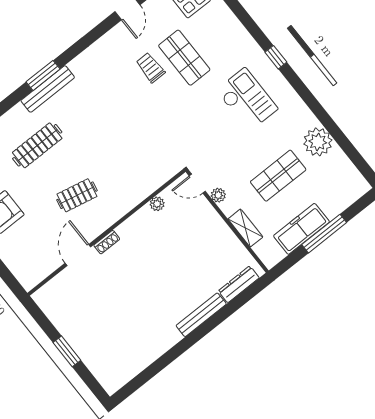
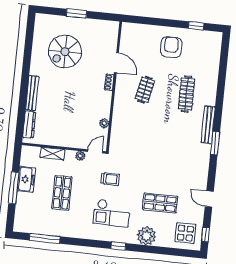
trolley: (150, 68) -> (110, 179), moved
window: (43, 75) -> (215, 143), moved
plant: (318, 142) -> (147, 236), moved
window: (346, 146) -> (45, 238), added
freezer: (301, 229) -> (26, 179), width x0.71
spiral stairs: (121, 323) -> (65, 52), added

